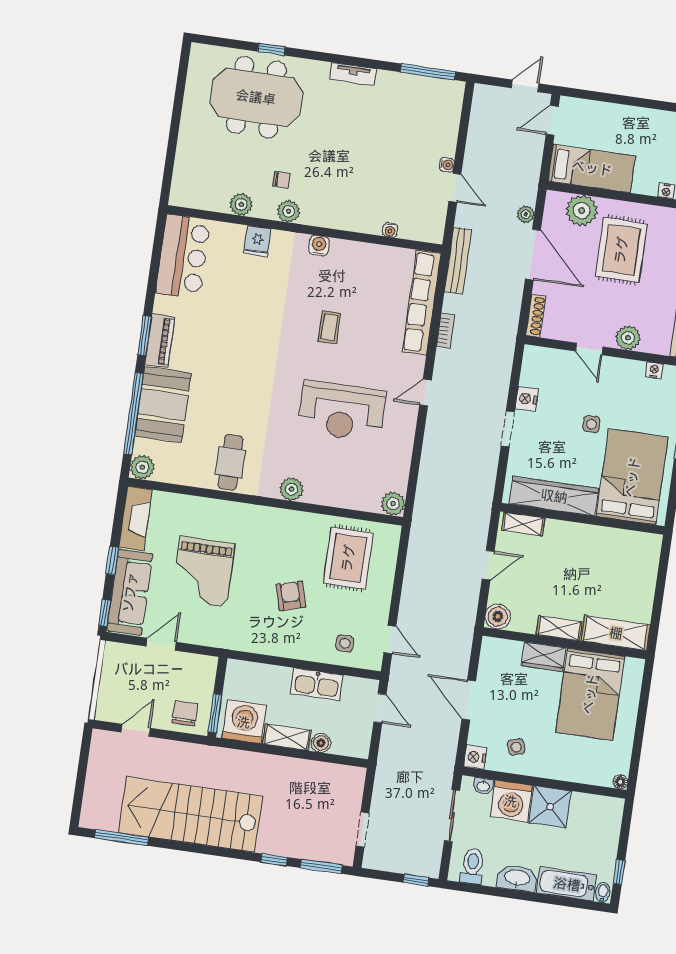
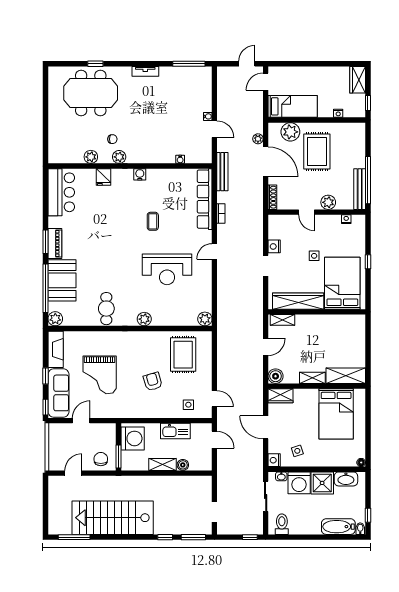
wardrobe: (544, 657) -> (280, 396), moved
washing machine: (244, 722) -> (133, 438), moved, turned 90
washbasin: (517, 878) -> (346, 479), moved, turned 180

